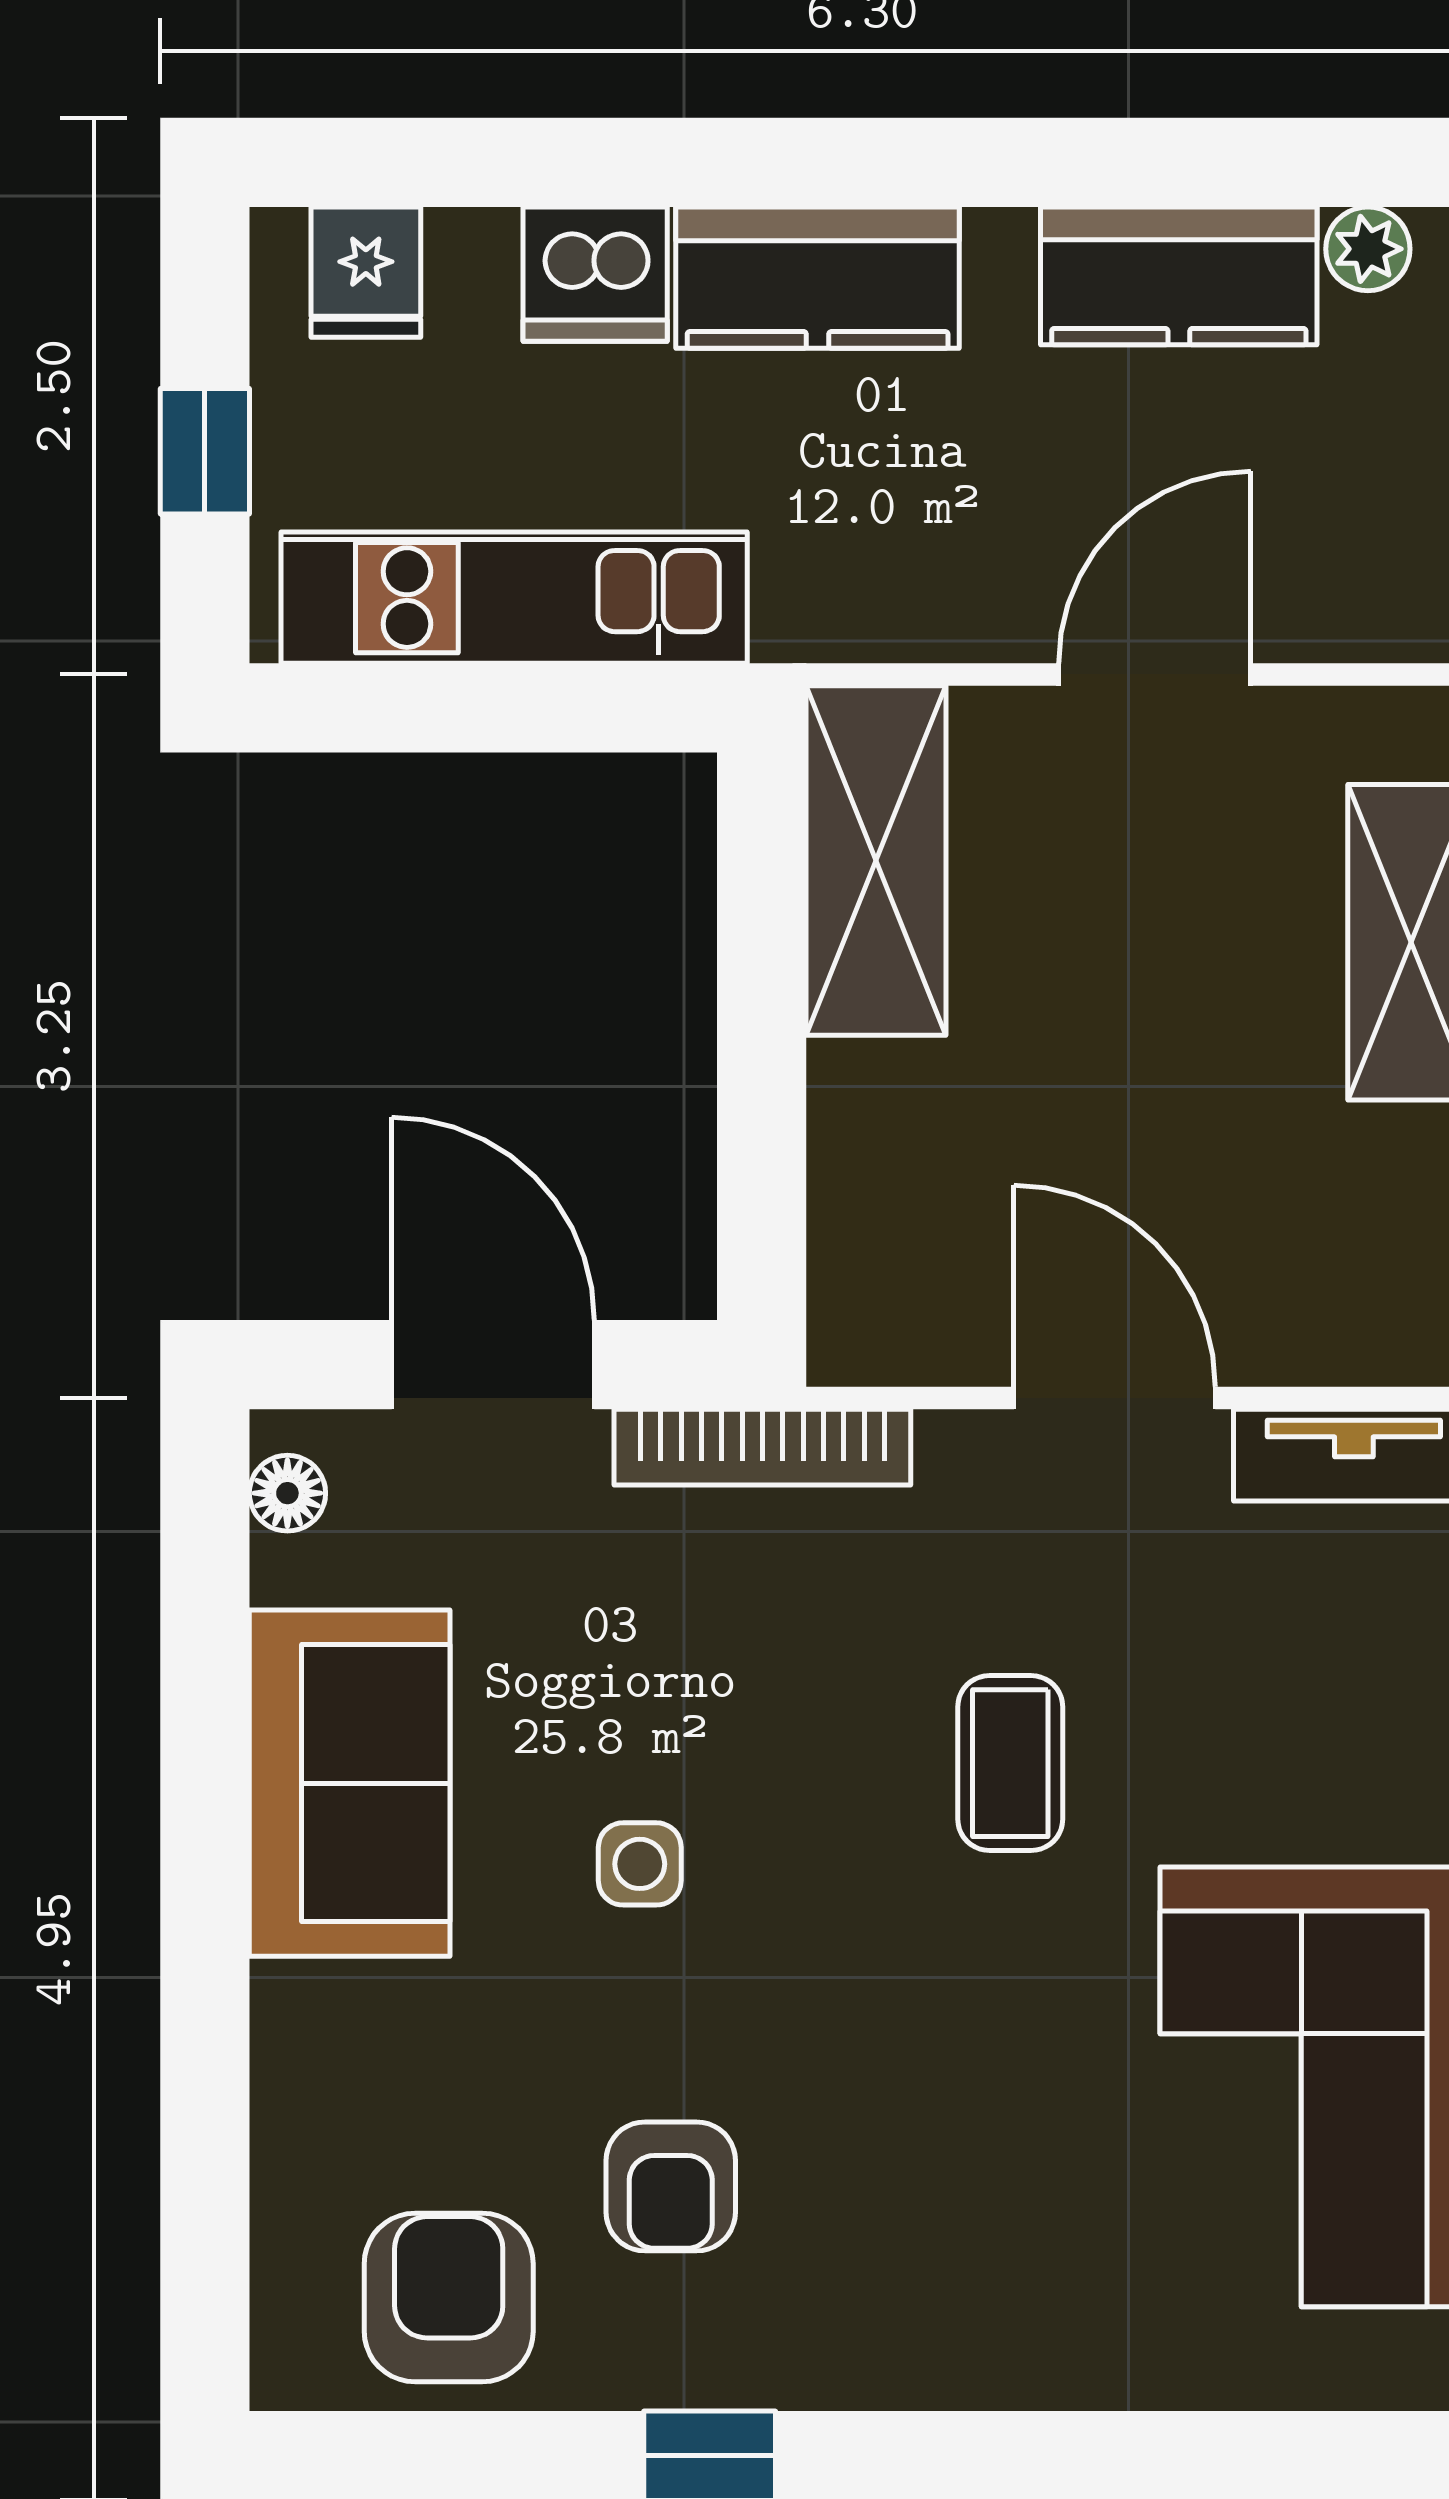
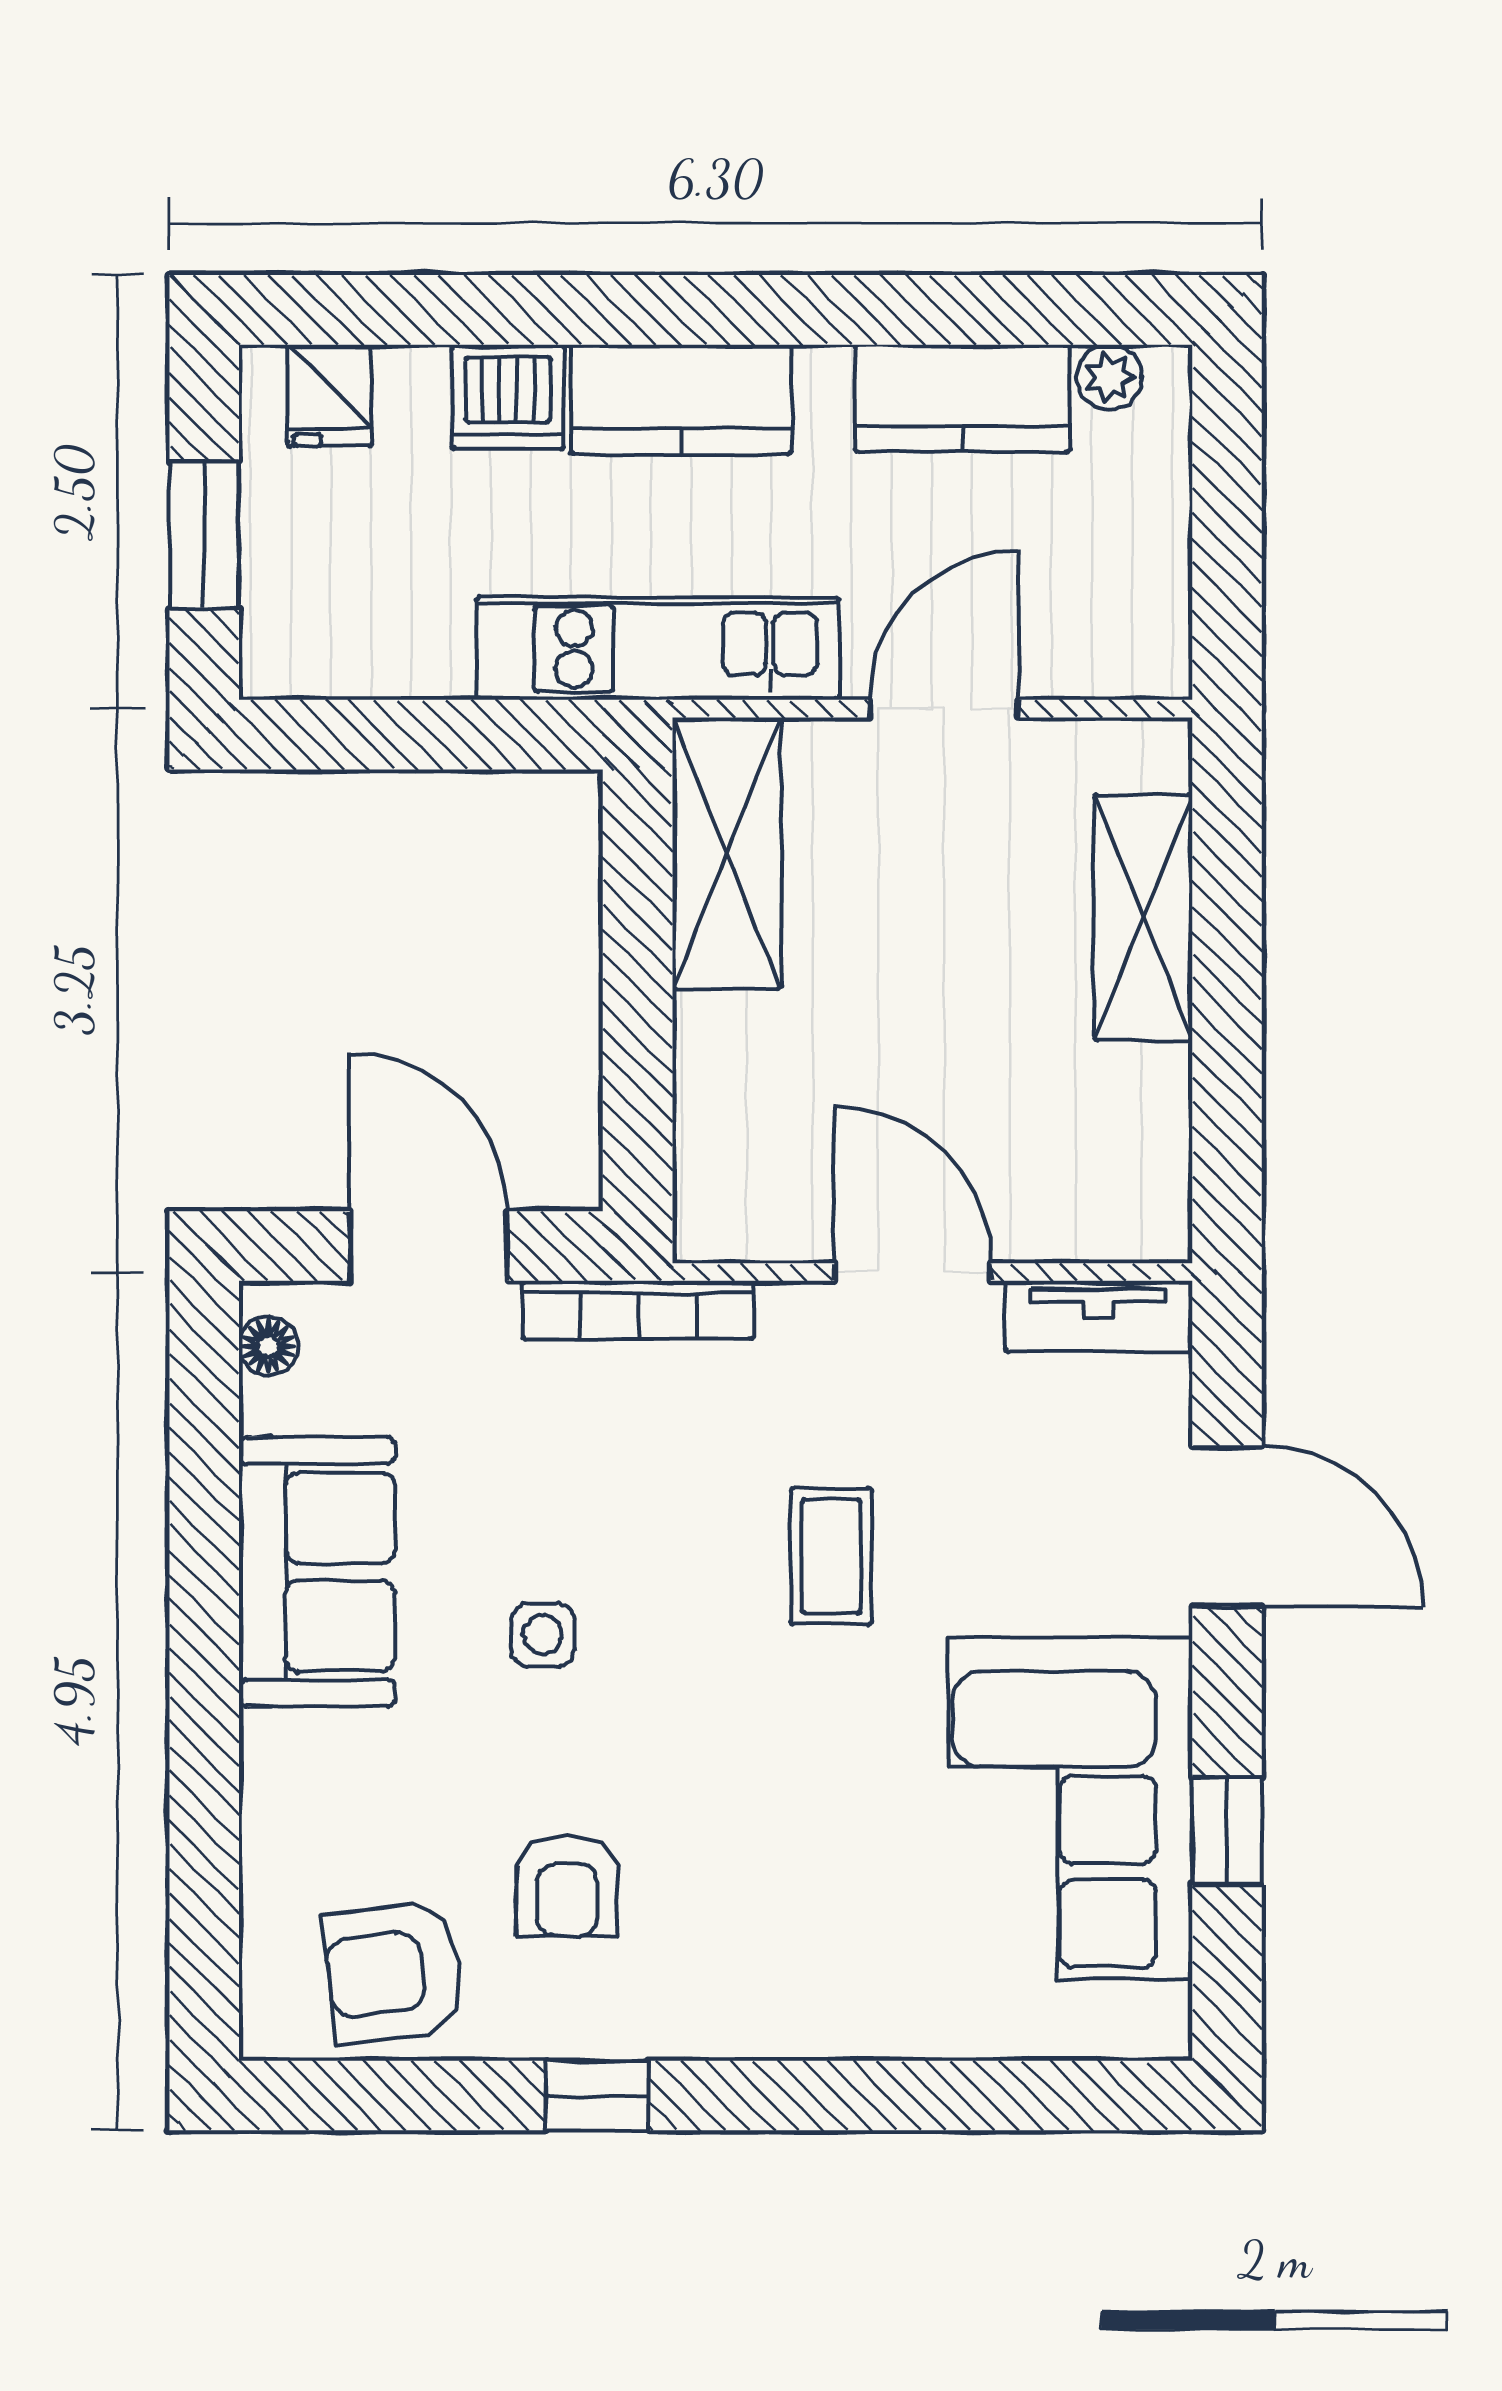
window: (205, 451) -> (204, 535), width x1.50
kitchen unit: (514, 598) -> (658, 649), moved
armchair: (449, 2298) -> (394, 1972), turned -97

